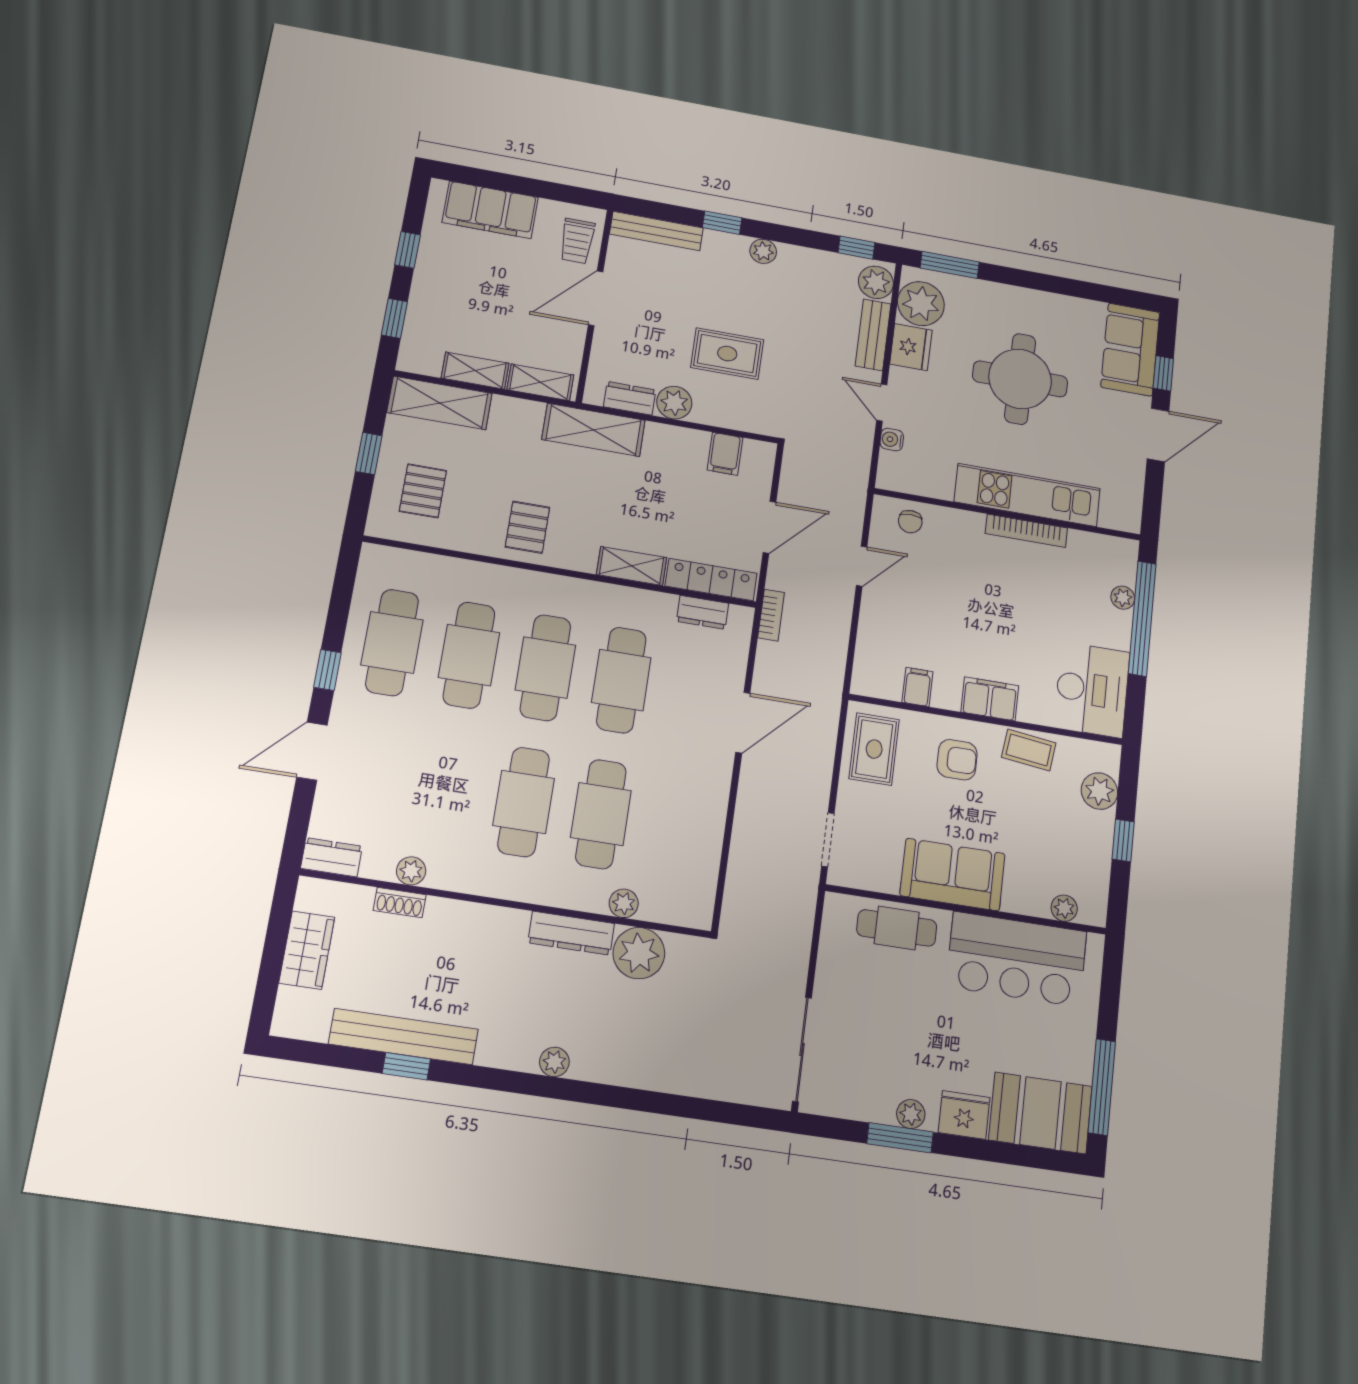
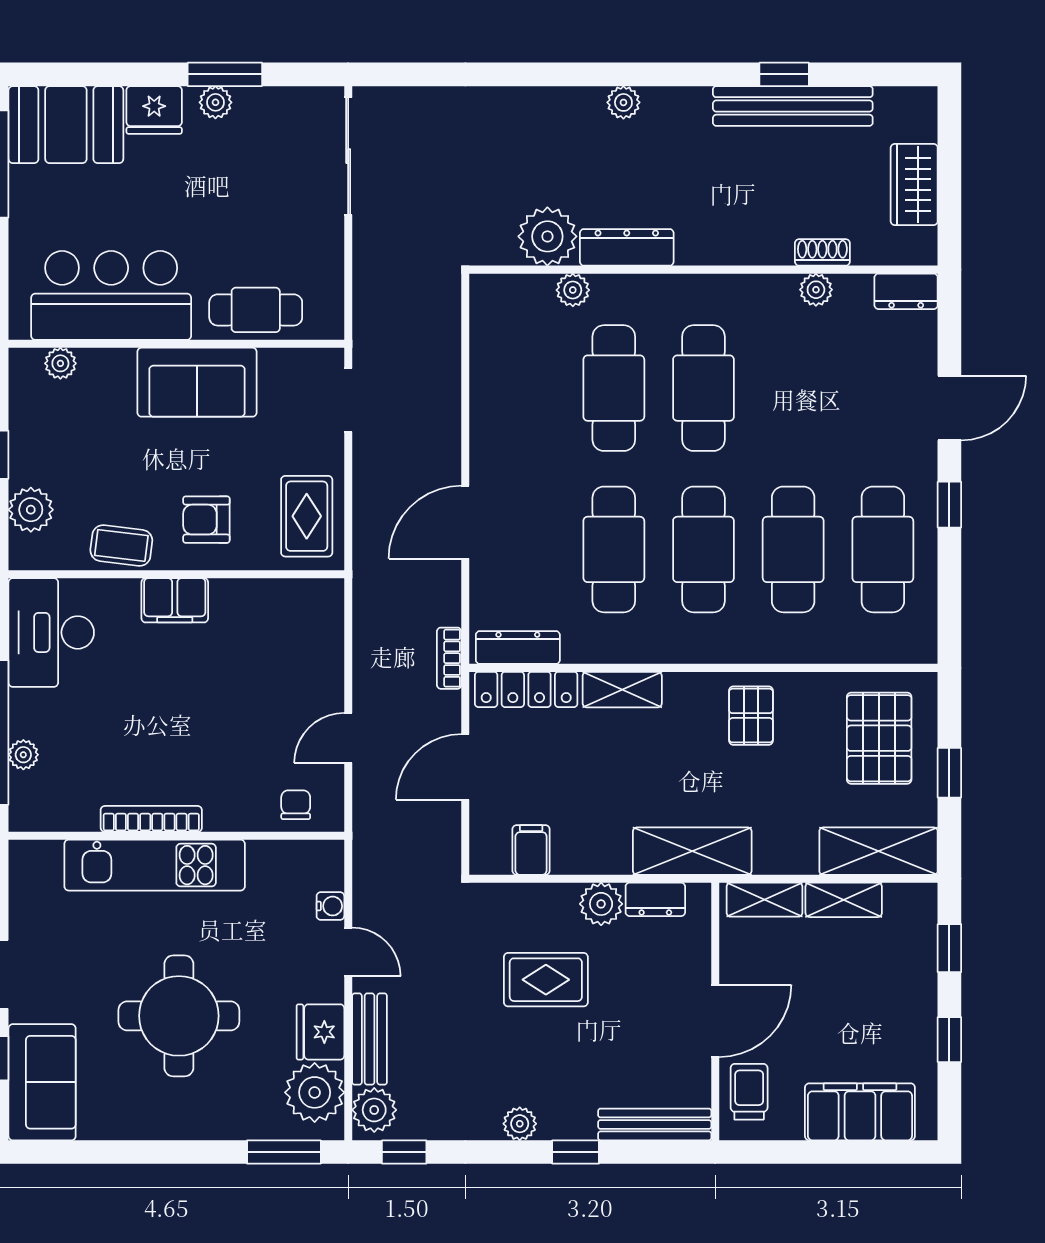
pallet: (423, 491) -> (879, 738), width x1.50, depth x1.42
dresser: (703, 612) -> (518, 647), width x1.44
filing cabinet: (917, 687) -> (264, 600), removed

